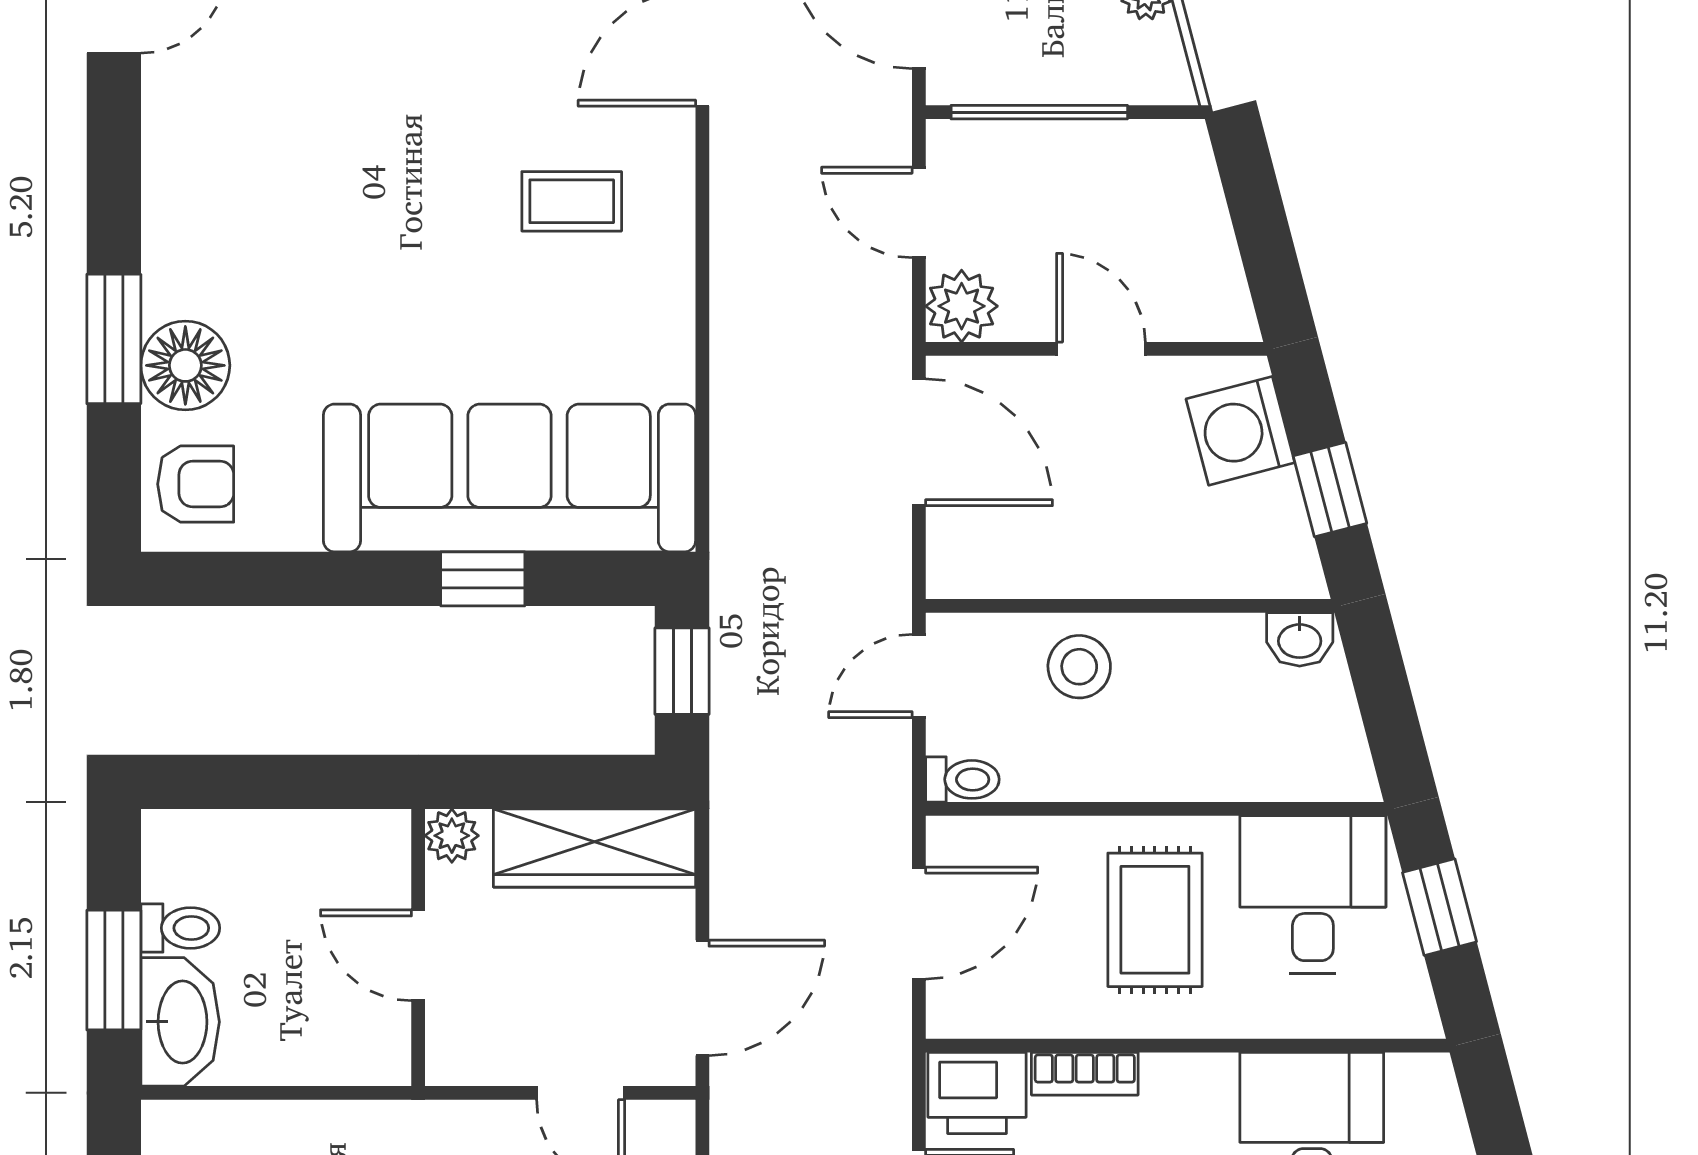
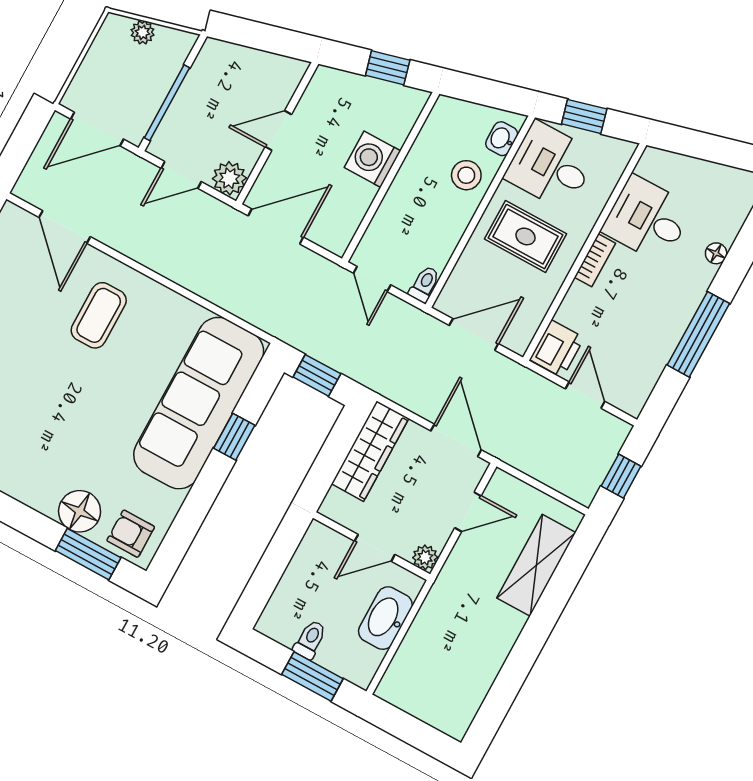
coffee table: (572, 201) -> (99, 315), width x1.36, depth x1.30
window: (114, 339) -> (88, 554), moved
washing machine: (1240, 431) -> (373, 159), moved, turned 105
armchair: (196, 484) -> (131, 534), turned -90
washbasin: (1300, 639) -> (502, 139), moved, turned 180
stool: (1079, 667) -> (466, 175), moved
plant: (452, 836) -> (425, 557), moved
door: (919, 923) -> (474, 334), hinge flipped
washbasin: (180, 1022) -> (385, 618), moved, turned -90
bookcase: (1085, 1074) -> (595, 260), moved

